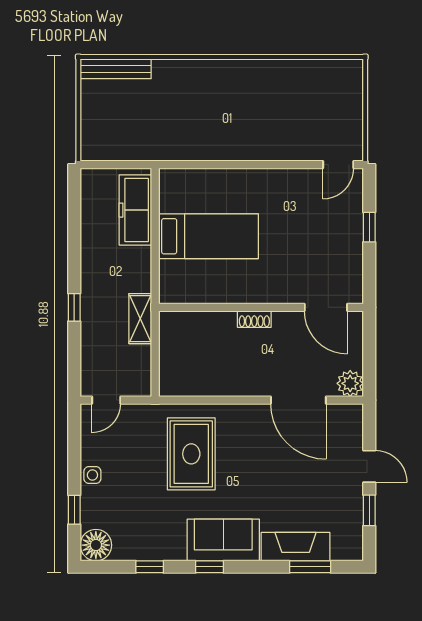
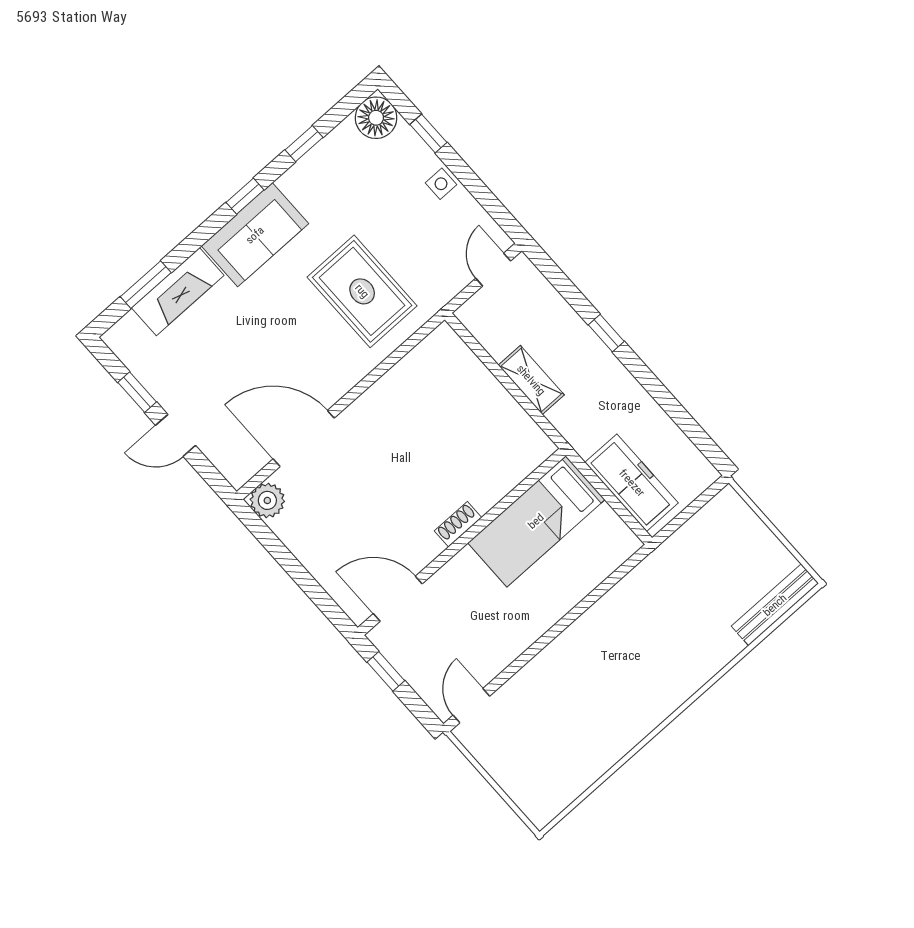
wall: (261, 307) -> (462, 542), moved
door: (326, 307) -> (398, 599), moved
shoe rack: (254, 319) -> (458, 524), moved

